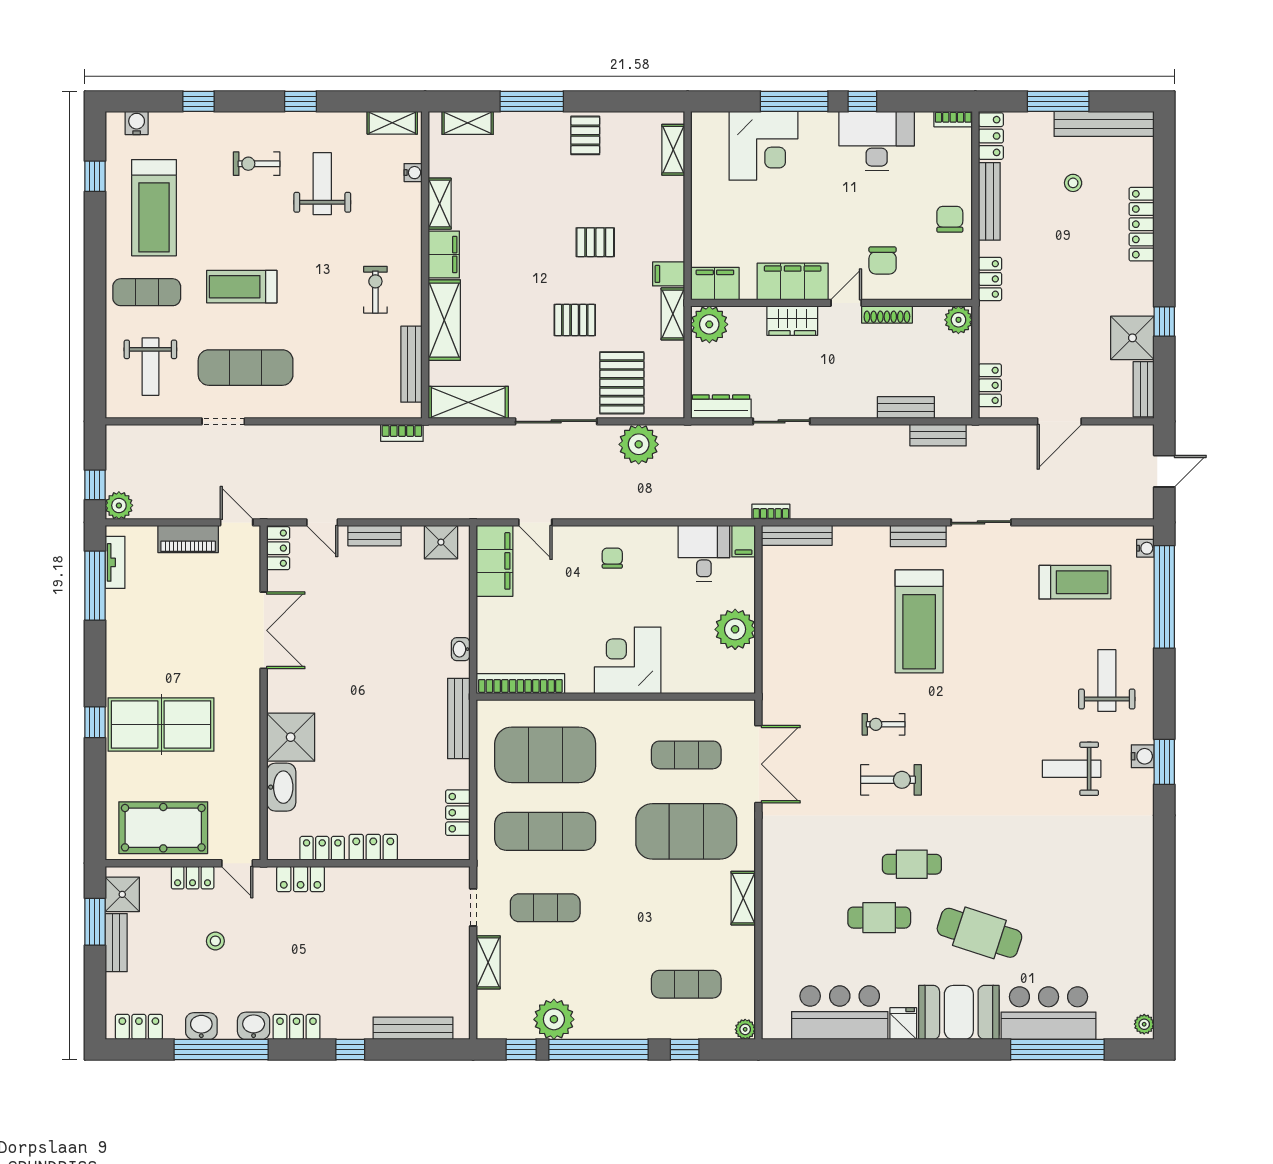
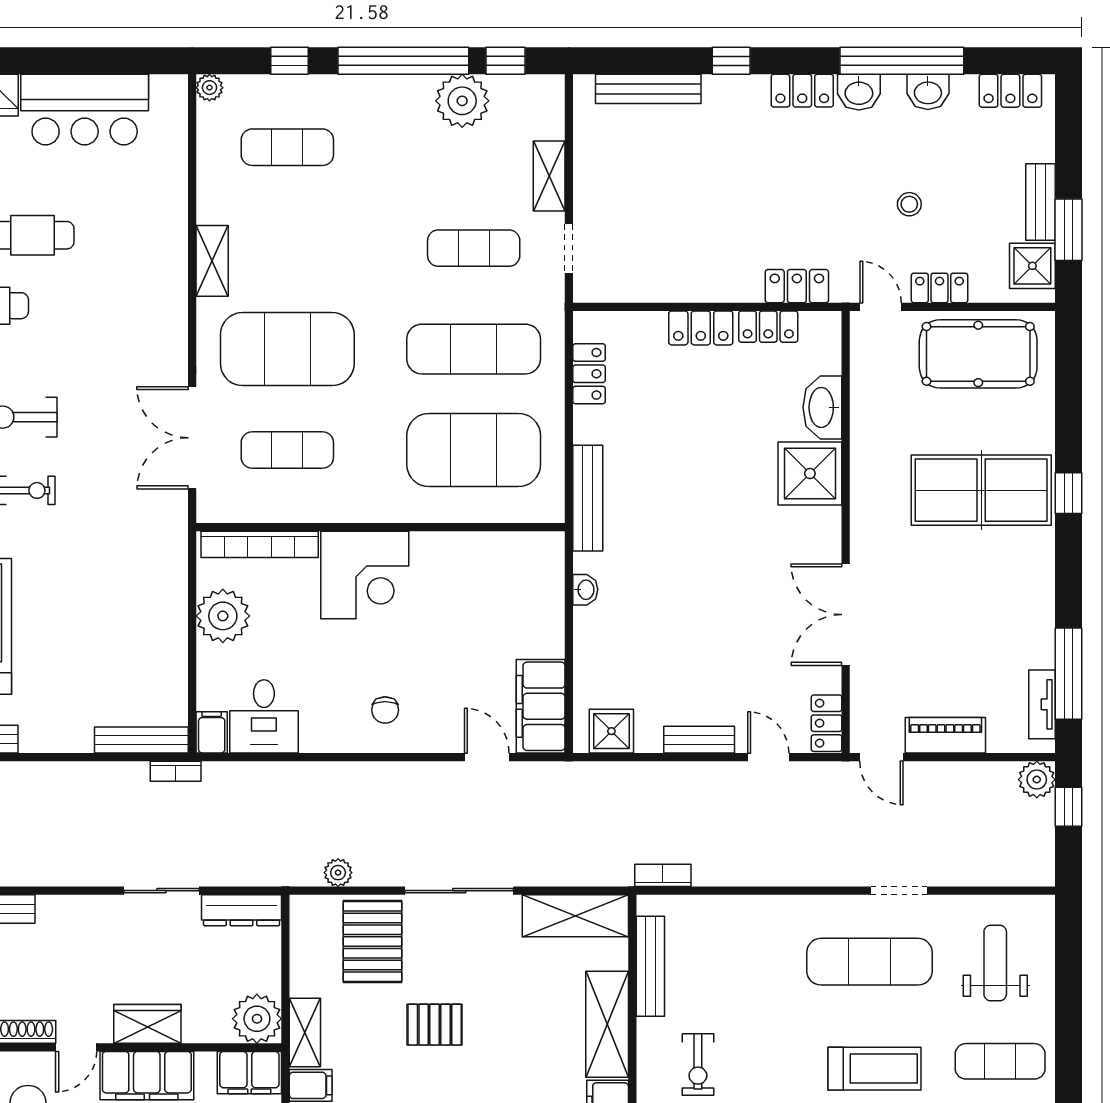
plant: (639, 444) -> (338, 873), width x0.53, depth x0.53
bookcase: (520, 684) -> (260, 544), moved

